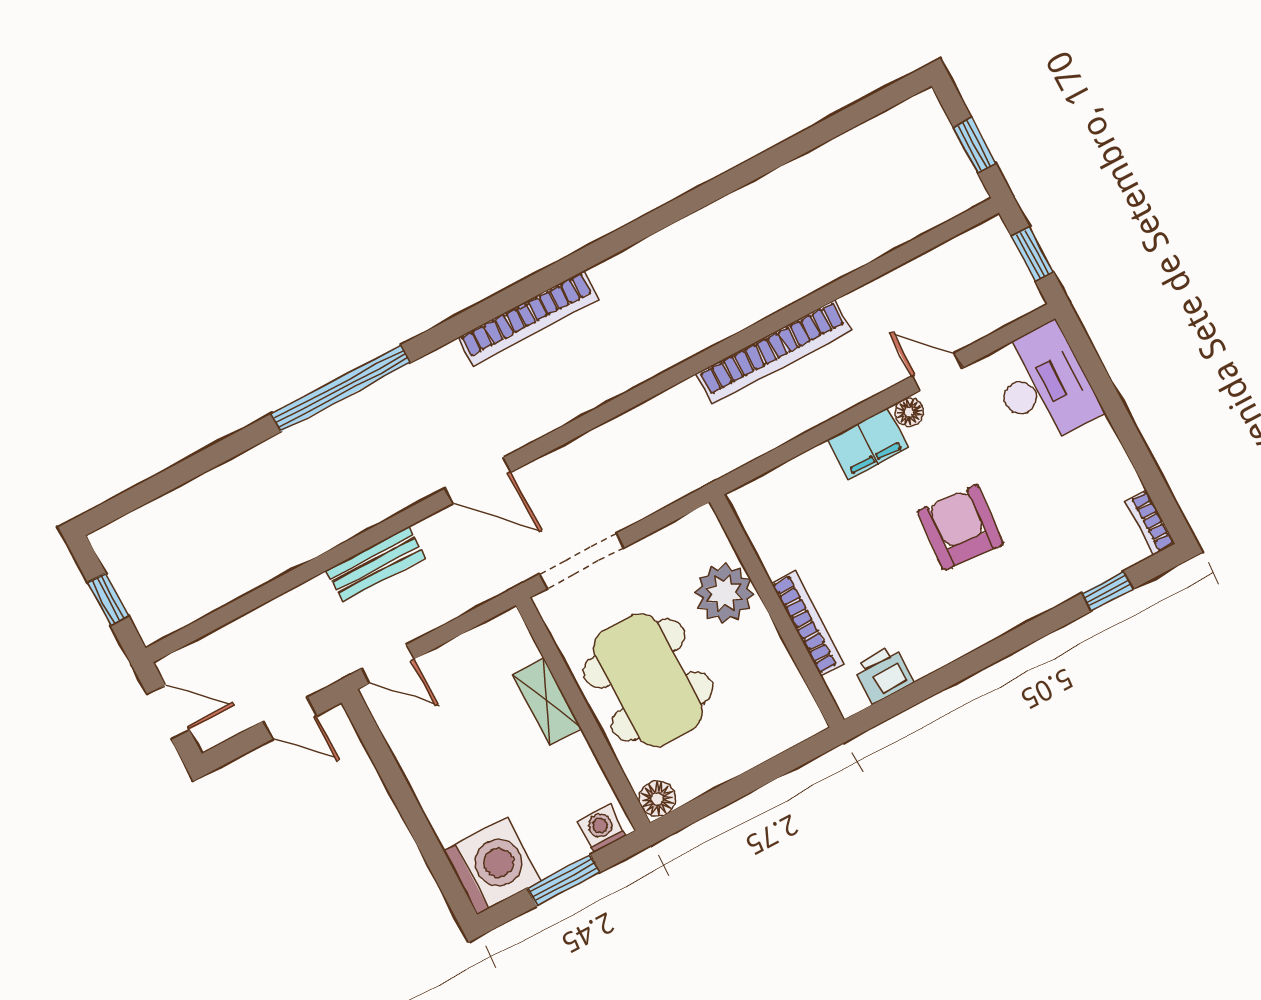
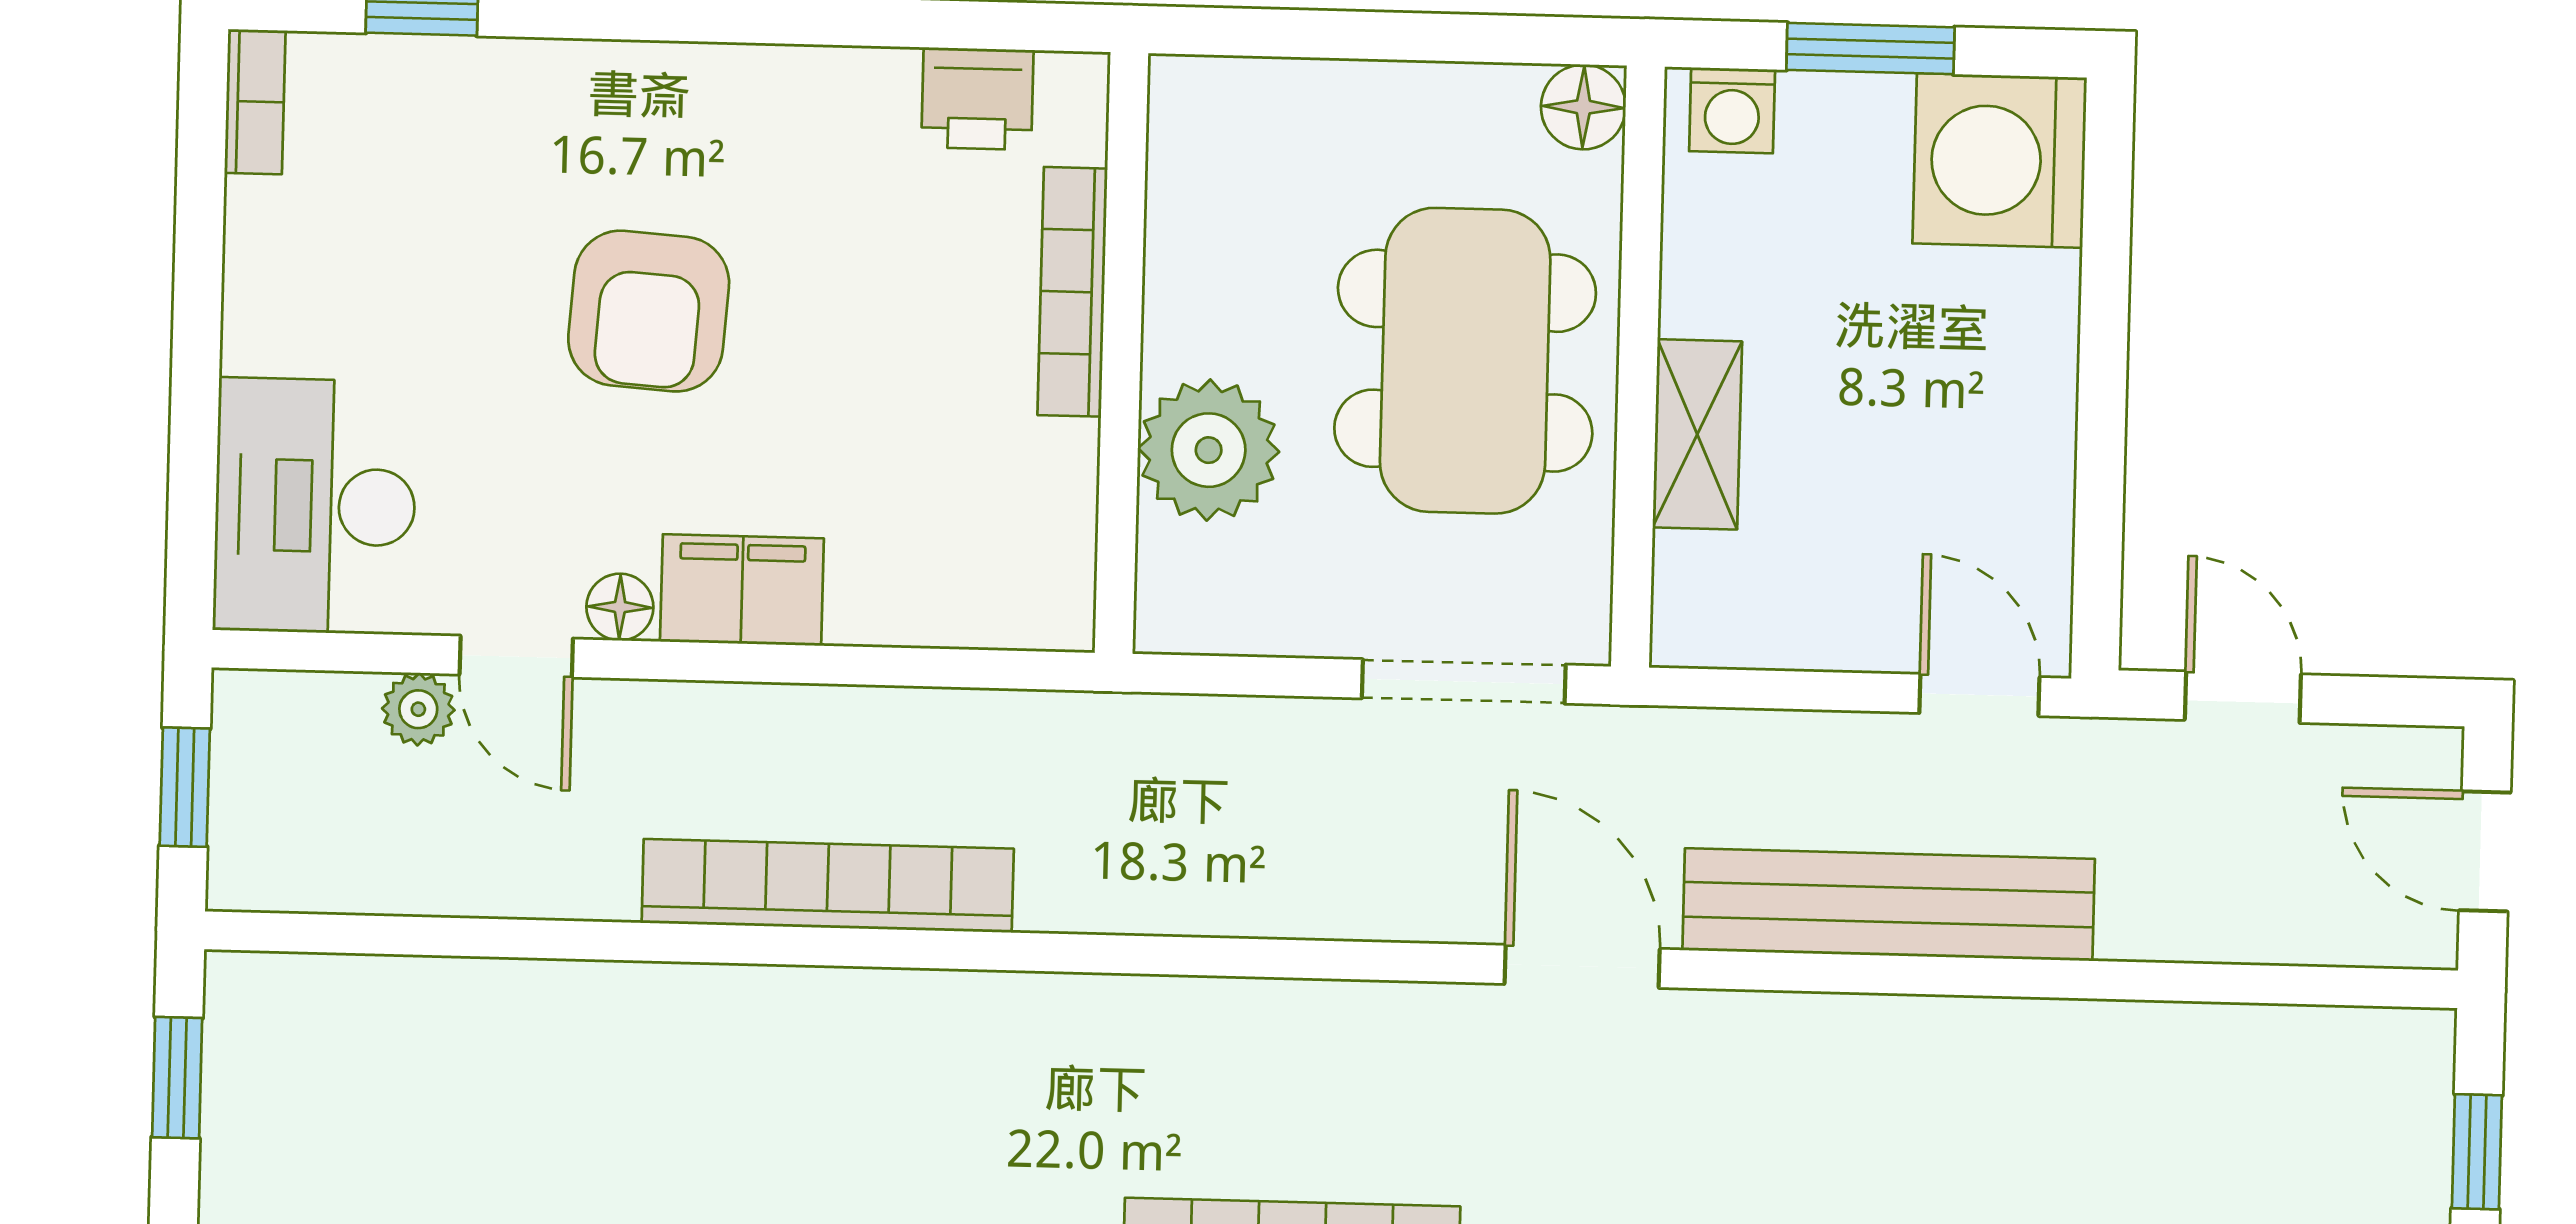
plant: (962, 332) -> (418, 709), added
bench: (376, 564) -> (1889, 905), width x1.86, depth x1.21

